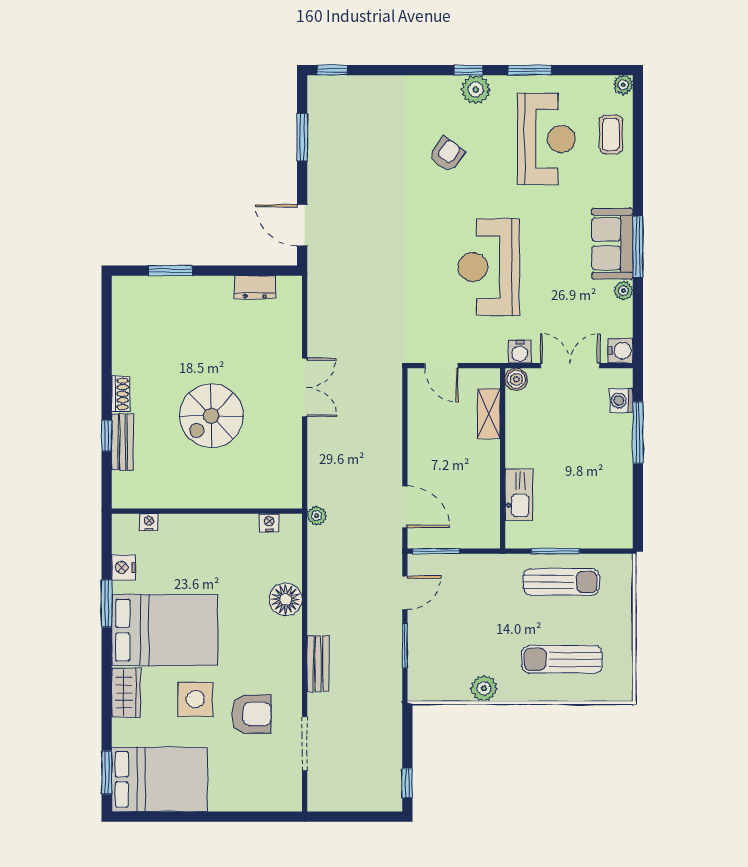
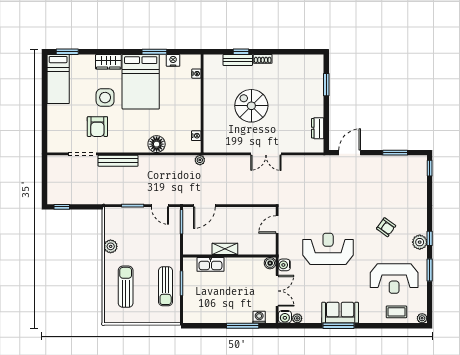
plant: (623, 291) -> (297, 318), moved
shelving: (489, 414) -> (225, 249), moved
bench: (318, 664) -> (118, 161), width x1.36
bed: (160, 779) -> (58, 79), width x0.67

